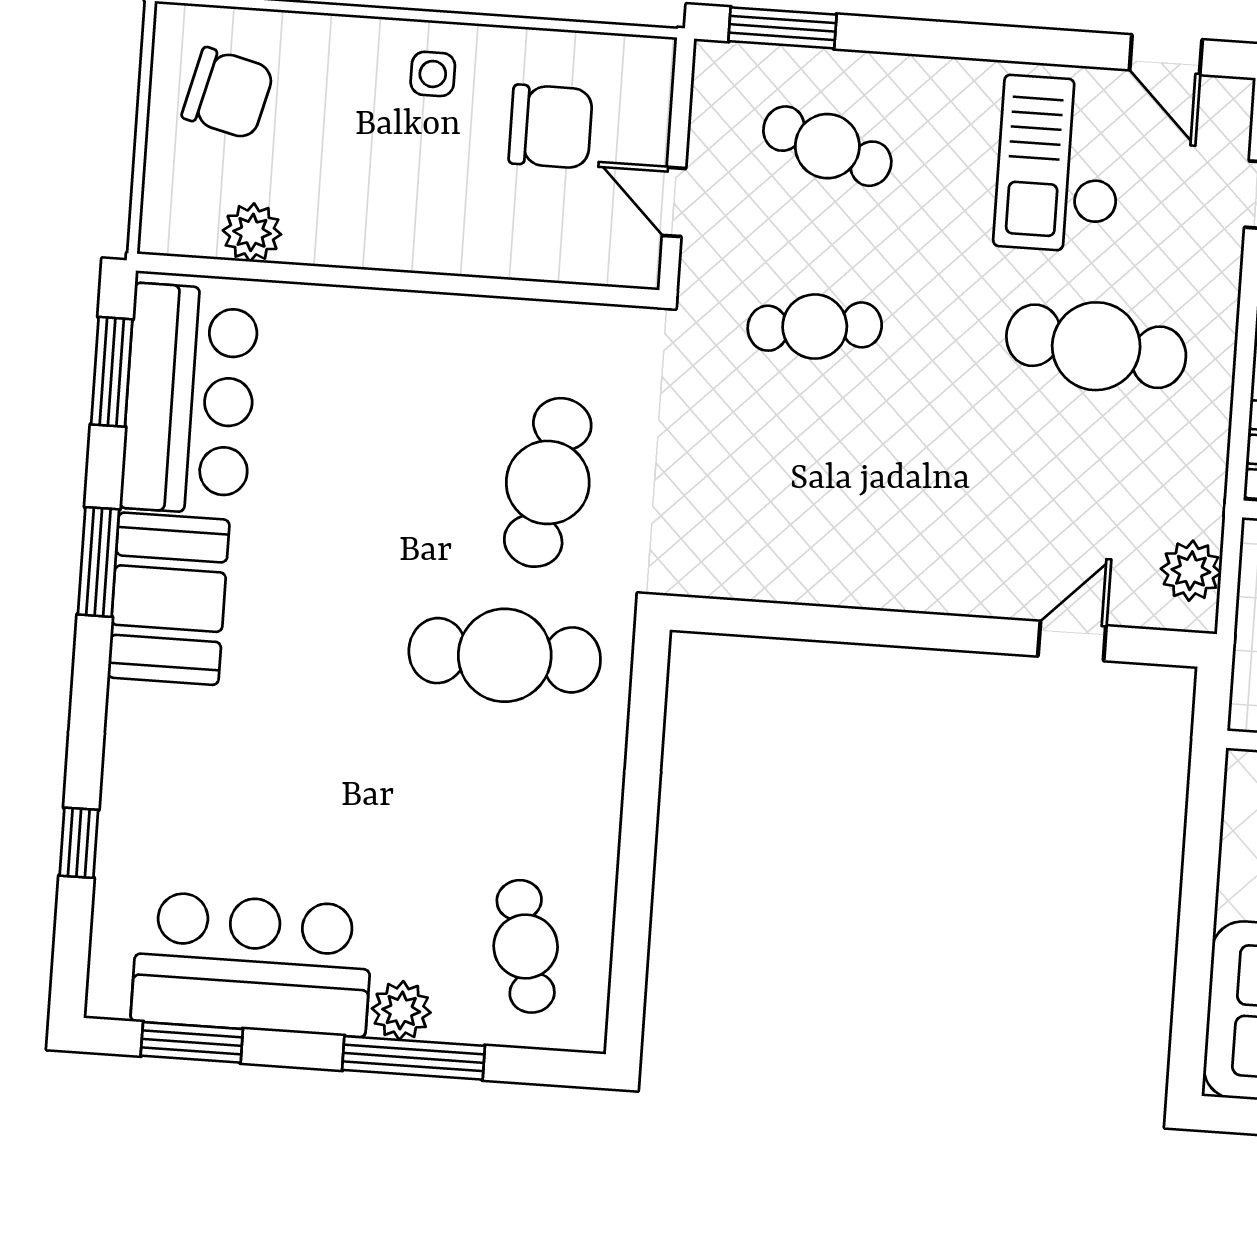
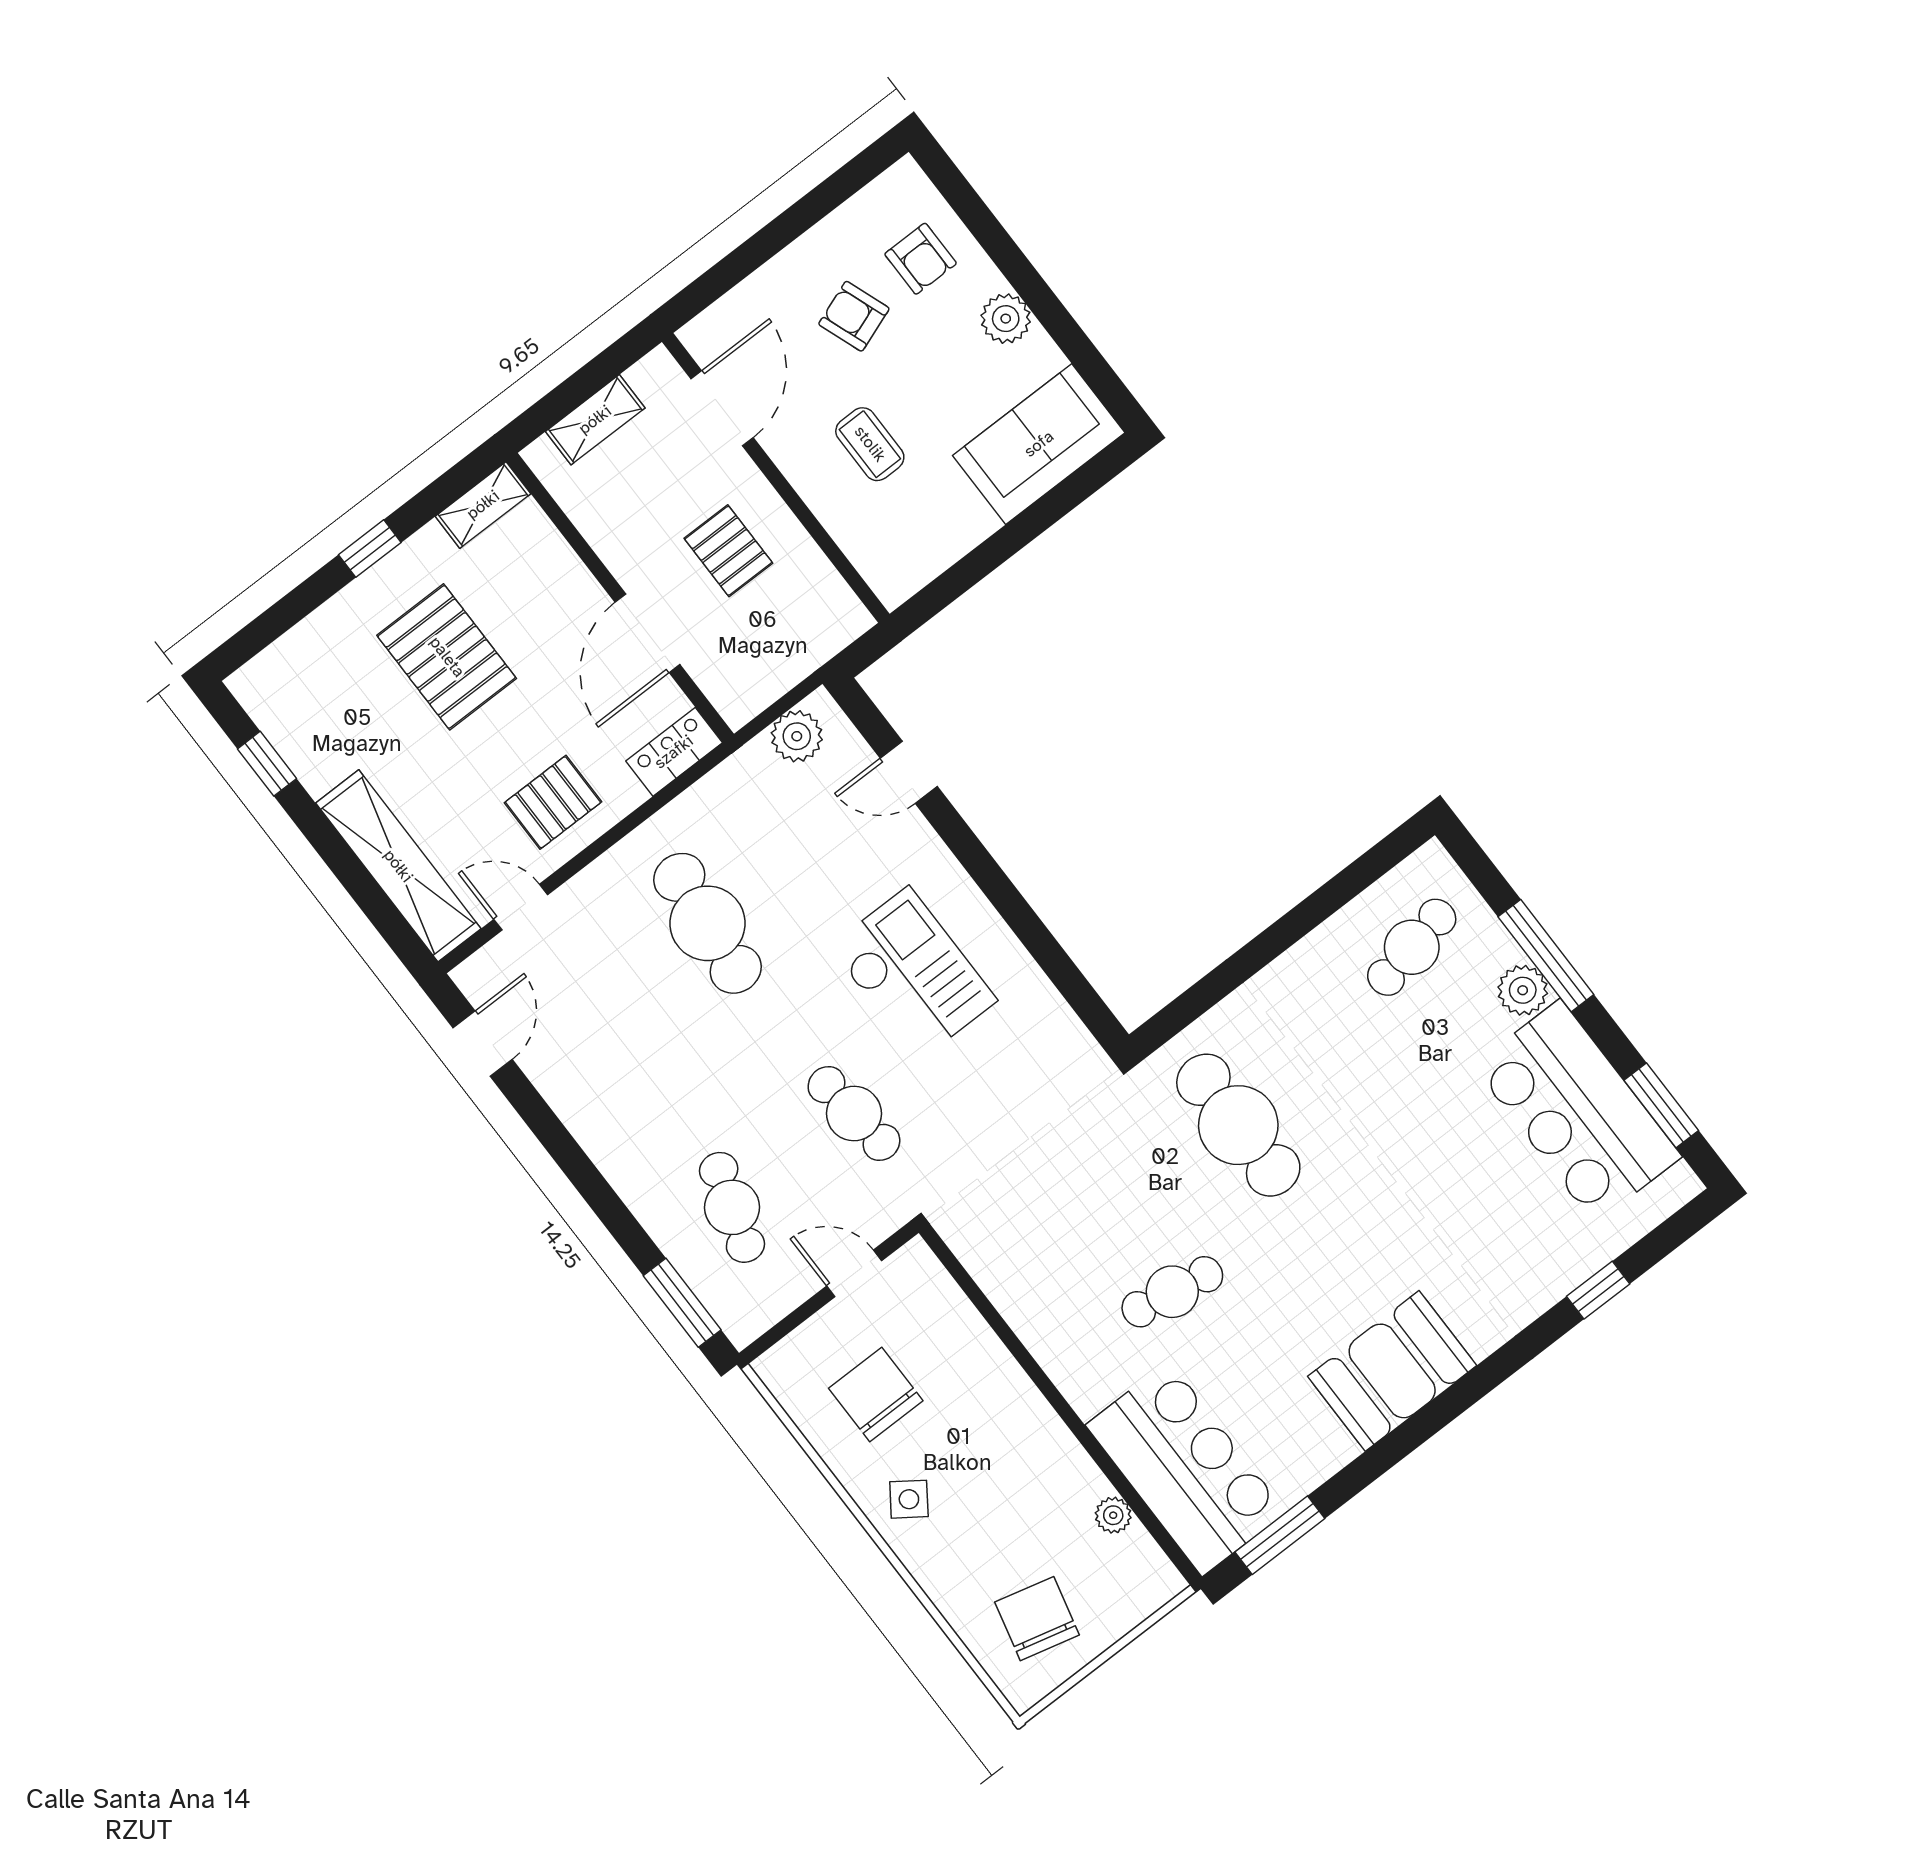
side table: (433, 74) -> (909, 1499), turned 35
checkout: (1059, 164) -> (913, 974), moved, turned -90
door: (674, 202) -> (854, 1273), swing flipped
plant: (252, 232) -> (1113, 1515), width x0.73, depth x0.73
bar counter: (190, 399) -> (1186, 1469), moved, turned 90
cafe table: (548, 482) -> (1172, 1292), moved, width x0.73, depth x0.74
window: (98, 562) -> (1408, 1436), removed

